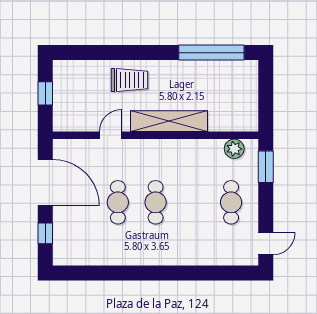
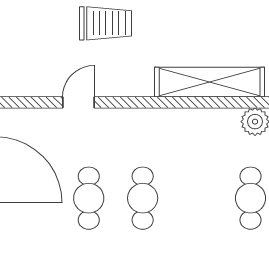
shelving: (169, 121) -> (210, 82), moved

